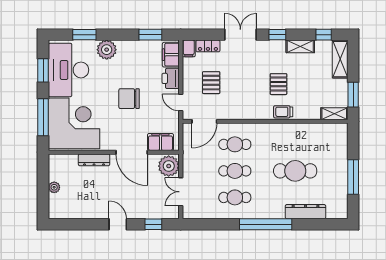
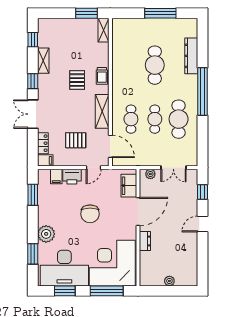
filing cabinet: (171, 55) -> (56, 176), width x0.50
shelving: (340, 59) -> (102, 111), moved, turned 90
pallet: (278, 84) -> (77, 80), turned 90
dresser: (94, 160) -> (145, 241), width x0.70
plant: (169, 166) -> (150, 174), width x0.53, depth x0.53
cafe table: (235, 197) -> (179, 119), width x1.37, depth x1.35

